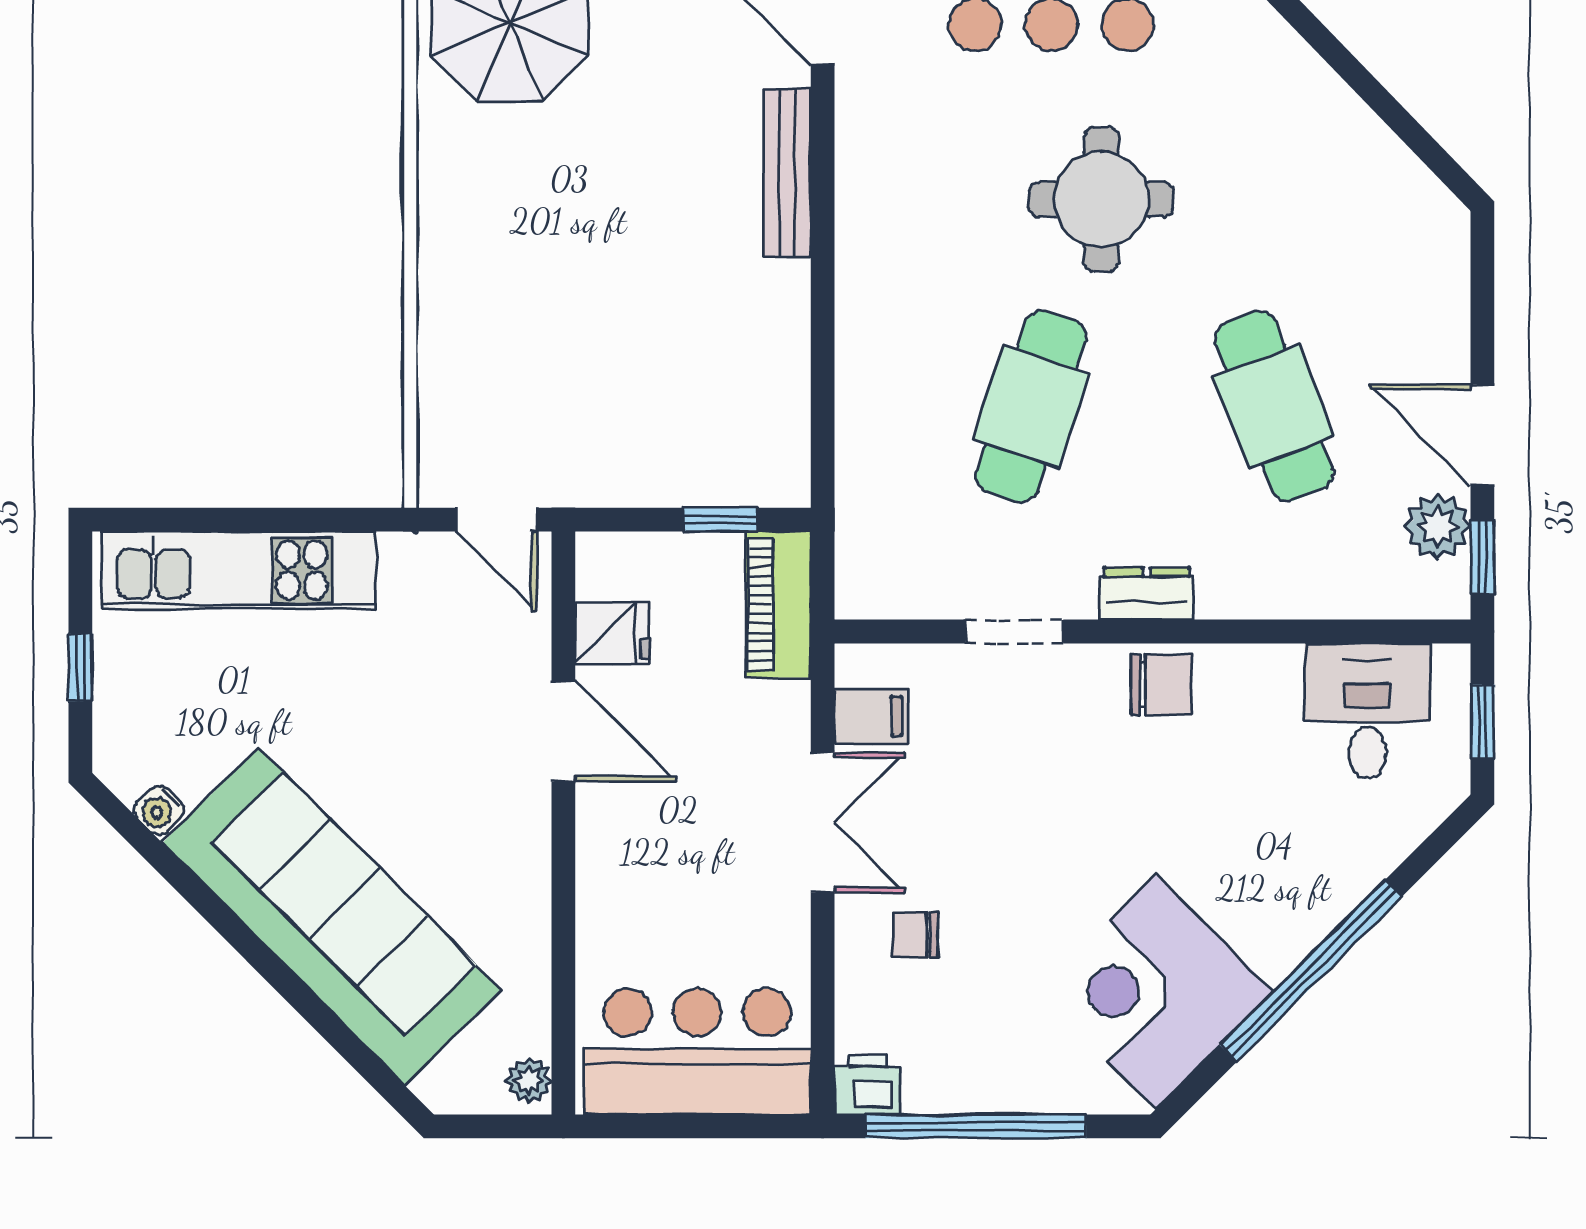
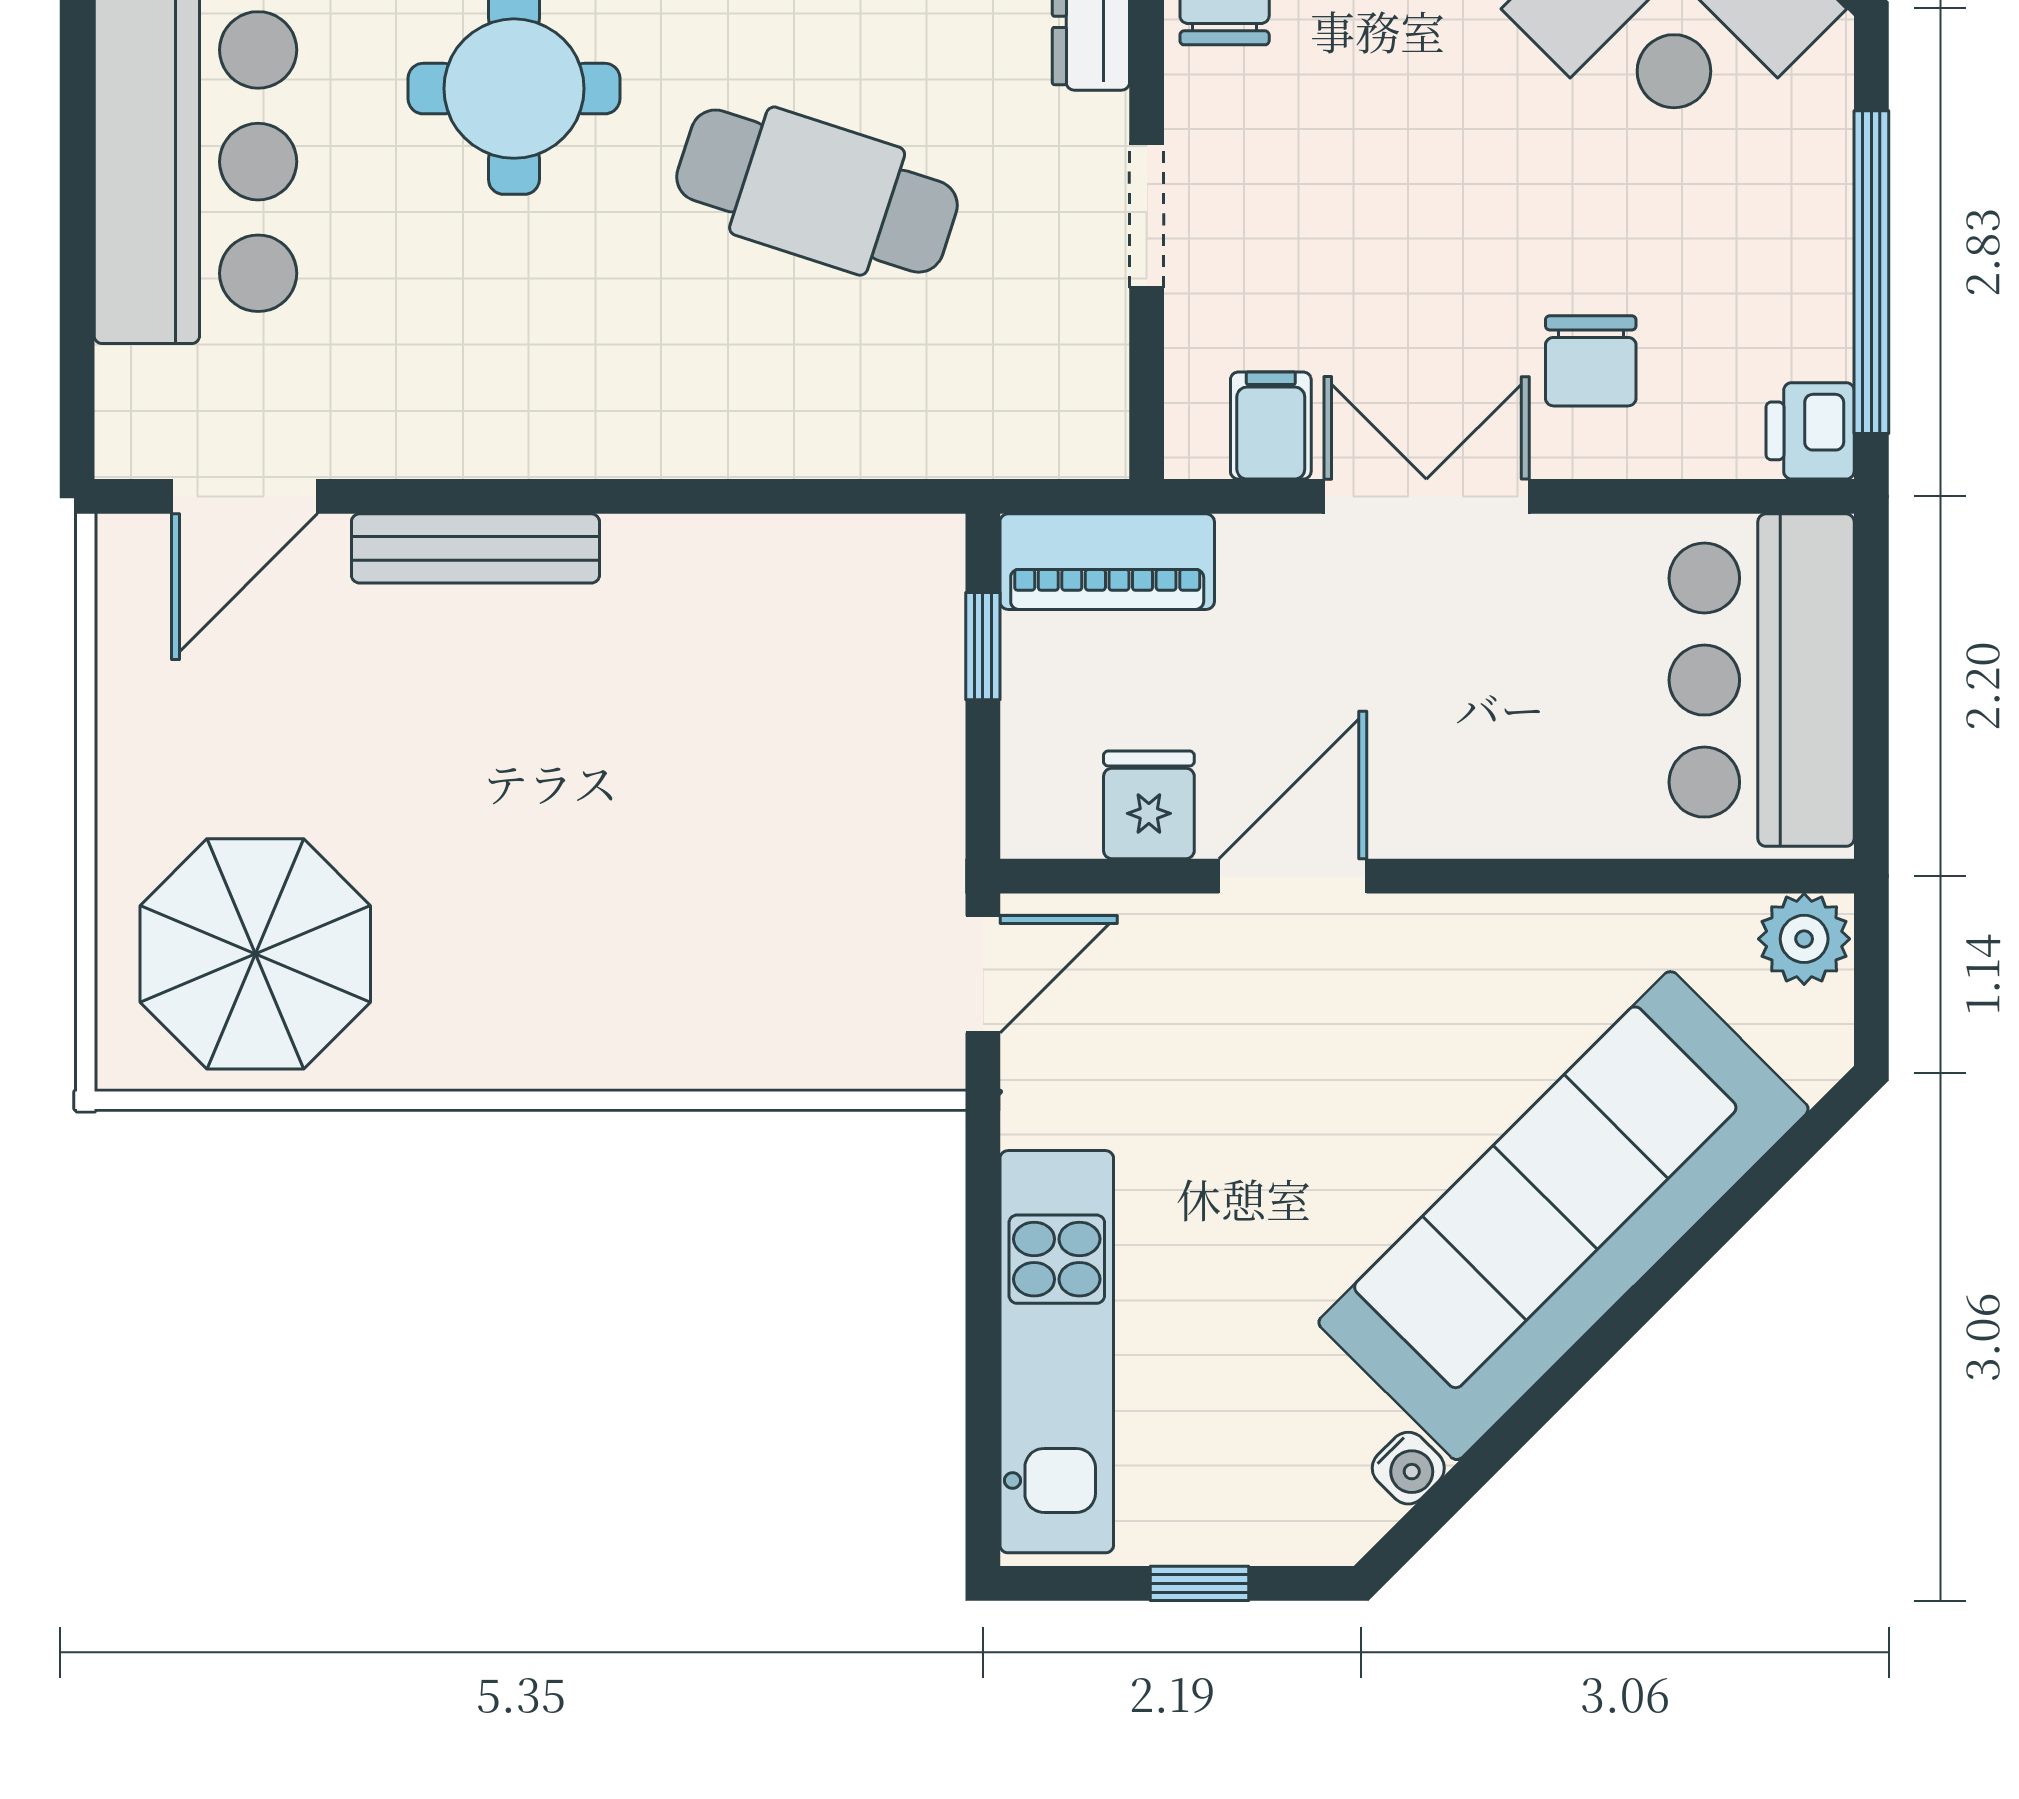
chair: (915, 935) -> (1591, 361), width x1.37, depth x1.37
plant: (529, 1080) -> (1804, 939), width x1.38, depth x1.38

